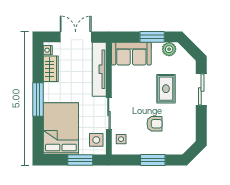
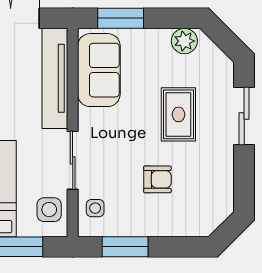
window: (152, 37) -> (121, 18), moved
sofa: (131, 54) -> (99, 70), moved, turned -90
window: (153, 160) -> (125, 247), moved

